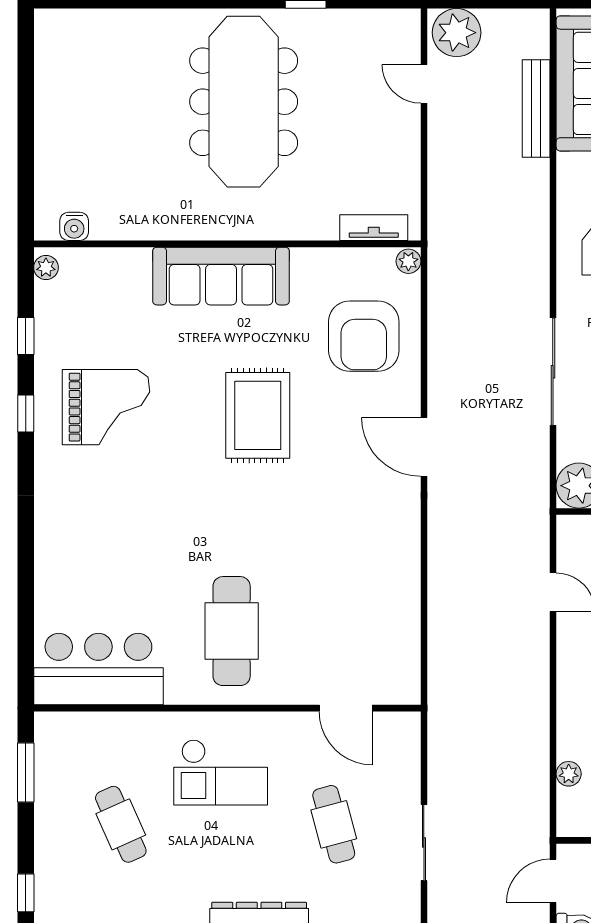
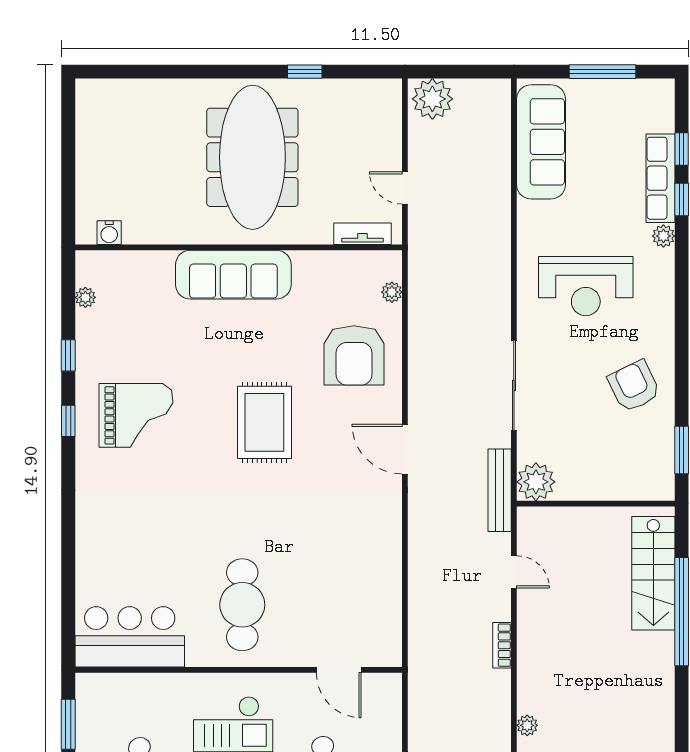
door: (424, 84) -> (405, 188), moved
bench: (536, 109) -> (500, 490), moved
water cooler: (74, 226) -> (109, 233), moved
tv unit: (374, 228) -> (363, 234), moved
wall: (227, 244) -> (239, 247), moved
sofa: (221, 276) -> (233, 275), moved
bookcase: (539, 679) -> (502, 645), added

